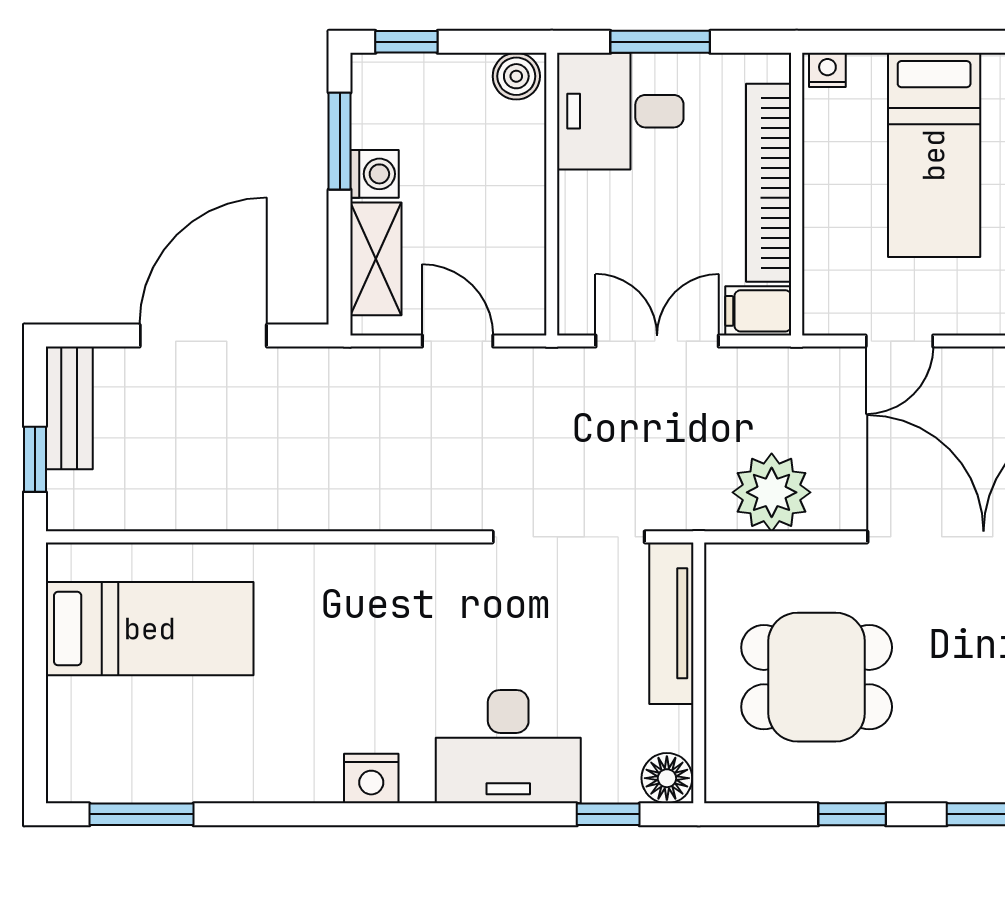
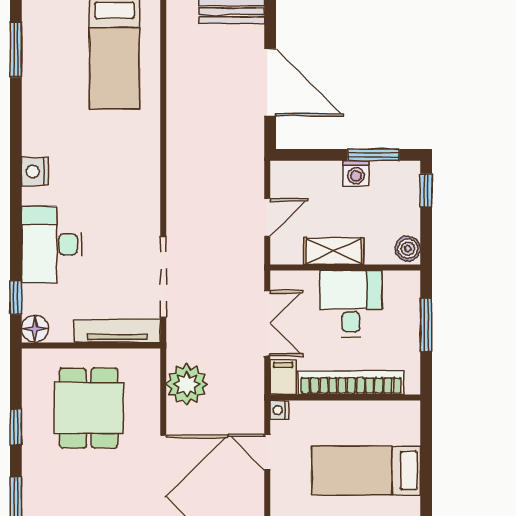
nightstand: (827, 70) -> (279, 410), moved, turned 180
desk: (620, 111) -> (351, 304), moved
shelving: (376, 259) -> (334, 251), moved

